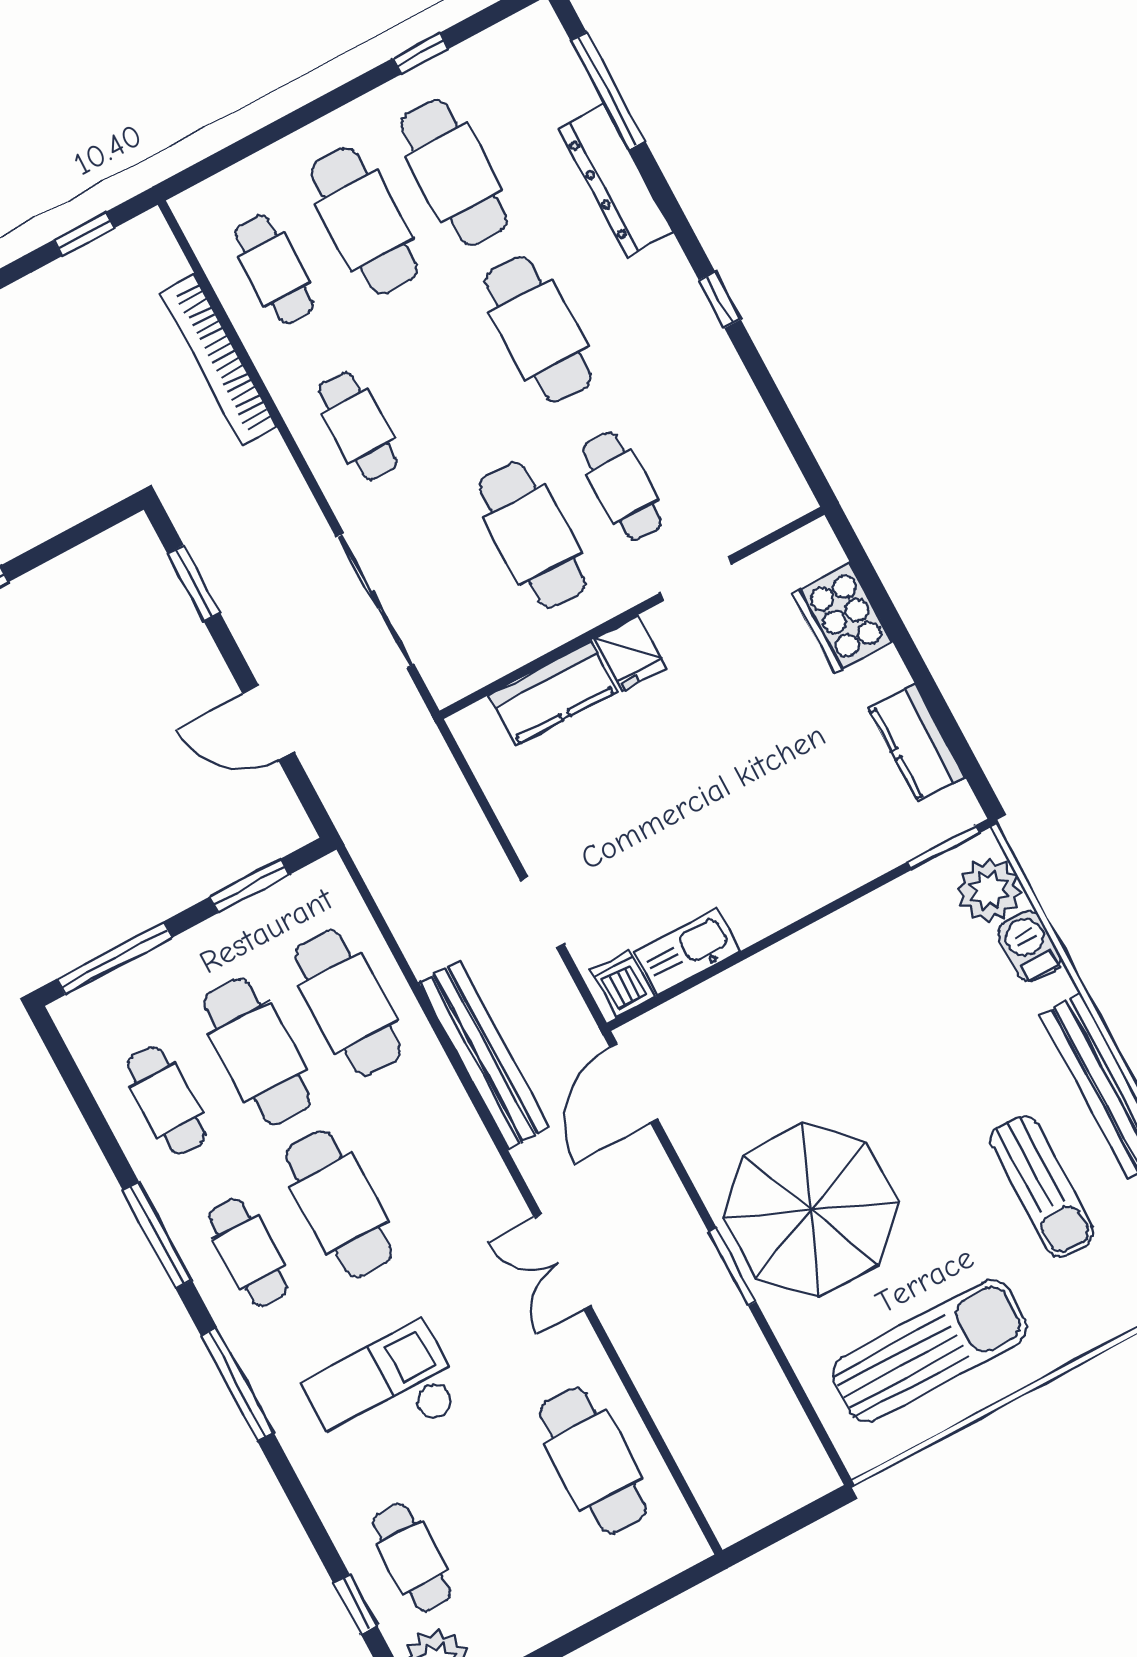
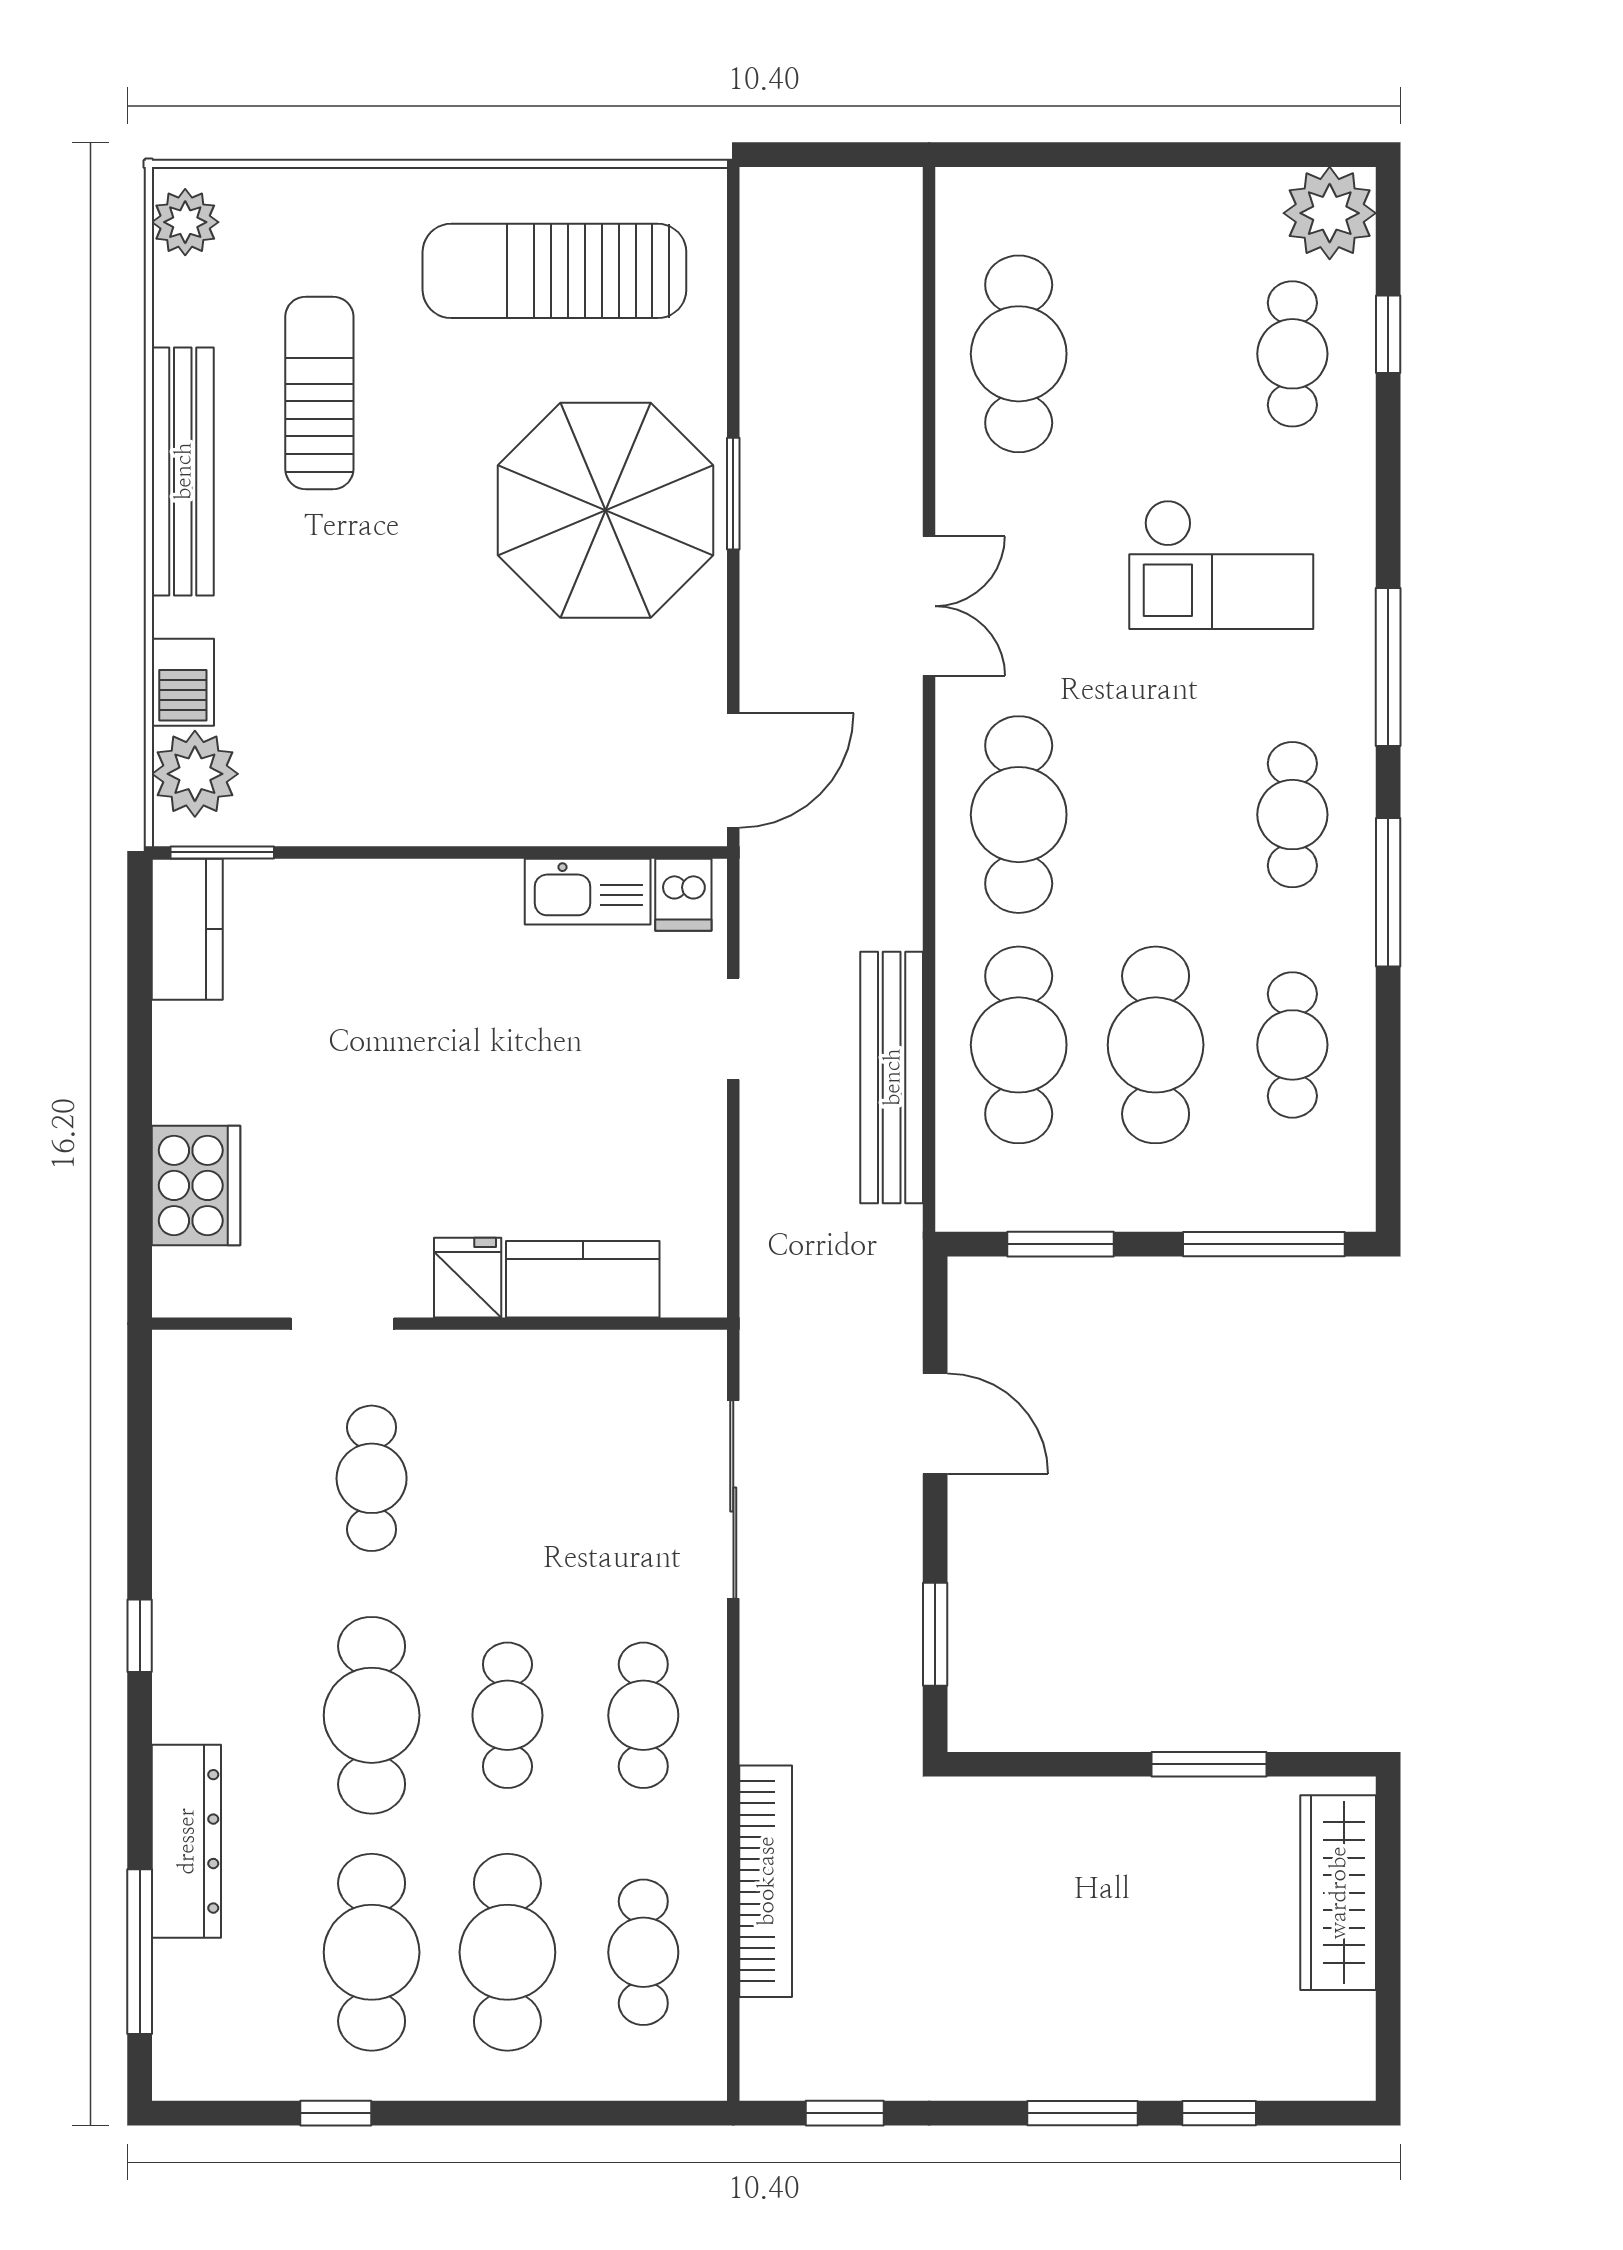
cafe table: (532, 535) -> (507, 1715), moved, width x0.73, depth x0.74
kitchen counter: (917, 743) -> (187, 929), moved
bench: (484, 1055) -> (892, 1077), moved
cafe table: (339, 1204) -> (1019, 815), moved

